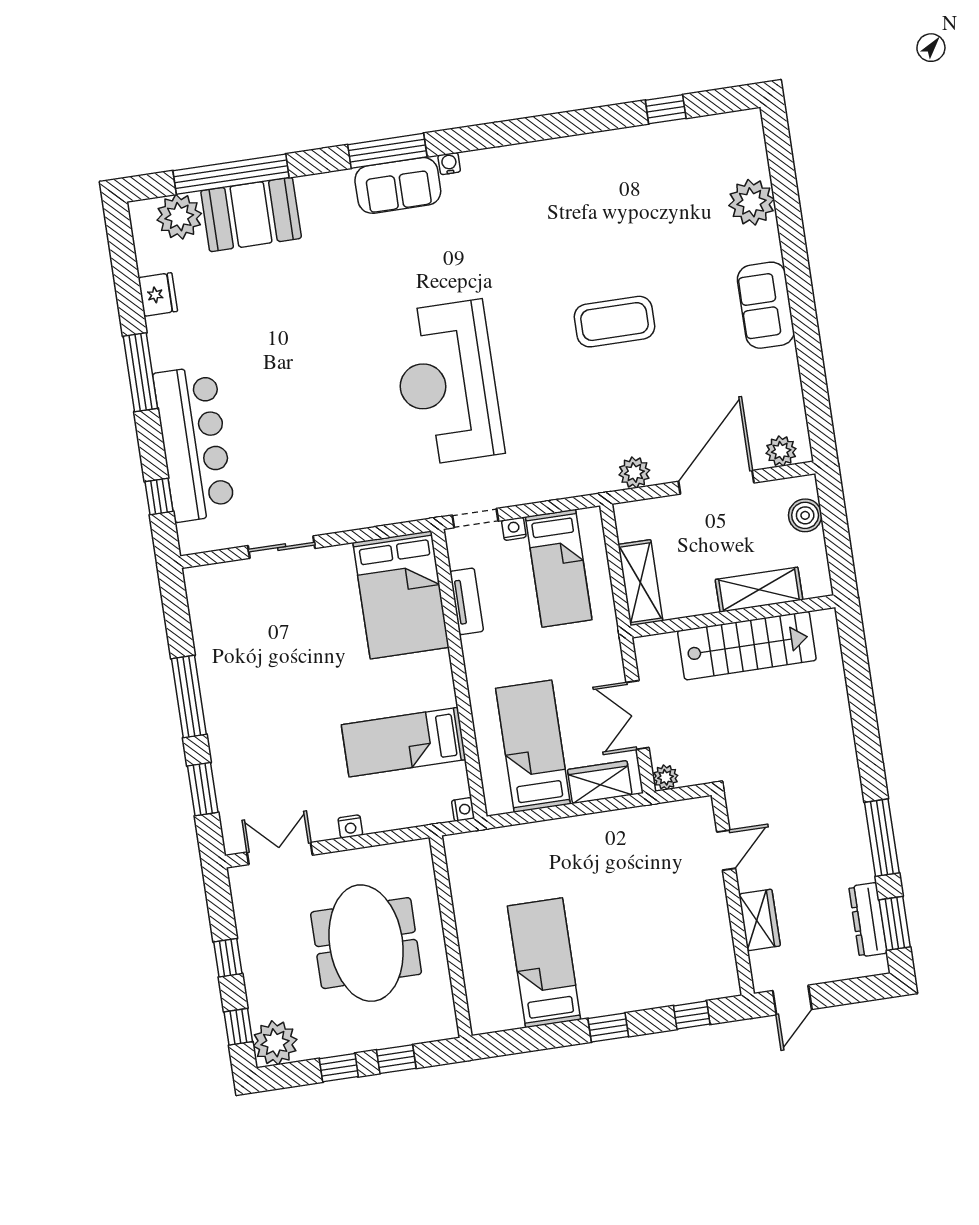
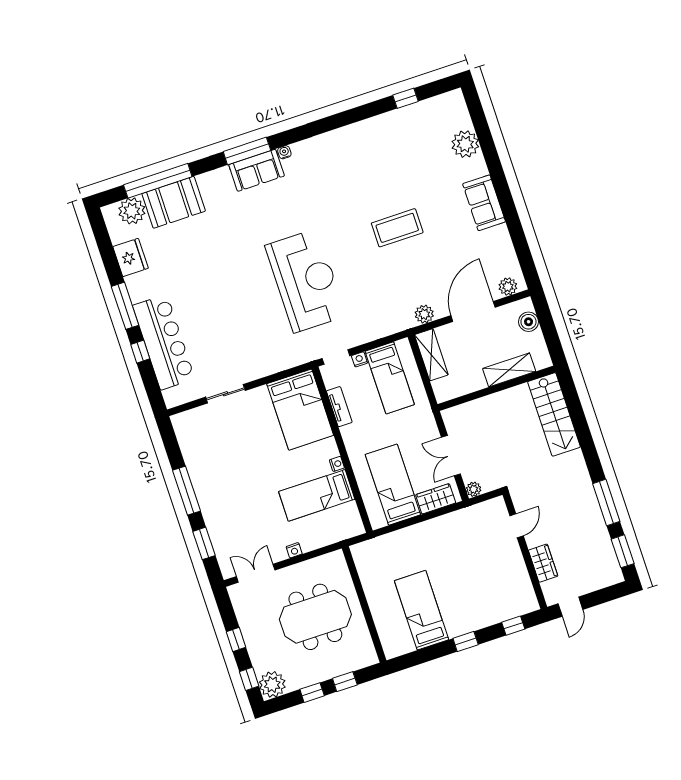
fridge: (158, 294) -> (131, 258), width x1.36, depth x1.34
reception desk: (447, 383) -> (306, 281), turned 180
window: (159, 496) -> (140, 352), moved
shelving: (640, 583) -> (431, 355), moved
stairs: (747, 646) -> (554, 414), moved, turned 90
nightstand: (463, 809) -> (337, 464), moved
dresser: (868, 920) -> (607, 552), removed
meeting table: (366, 943) -> (315, 617), turned 90

